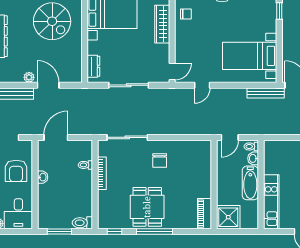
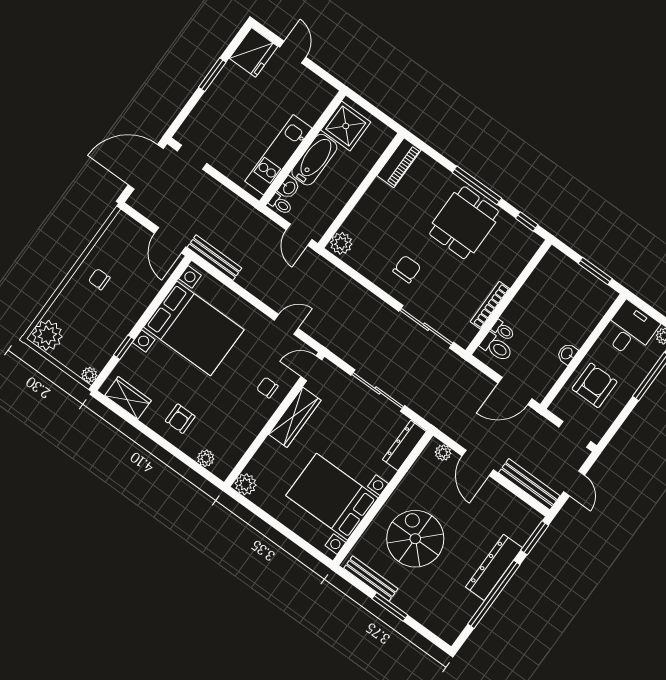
chair: (186, 14) -> (267, 388), moved
wardrobe: (162, 24) -> (295, 417), moved
bed with nightstands: (250, 56) -> (194, 328), width x1.36
dresser: (93, 66) -> (404, 446), width x1.44
plant: (29, 77) -> (443, 453), moved
door: (230, 137) -> (299, 235), swing flipped
plant: (204, 149) -> (341, 243), added
kitchen unit: (271, 202) -> (278, 155), moved
shower: (228, 217) -> (346, 126), moved
toilet: (82, 223) -> (496, 347), moved

